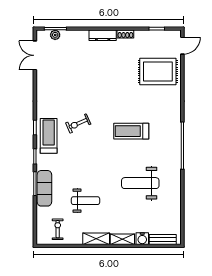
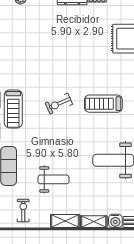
exercise bike: (78, 123) -> (59, 104), moved
treadmill: (49, 136) -> (13, 109), turned 180

